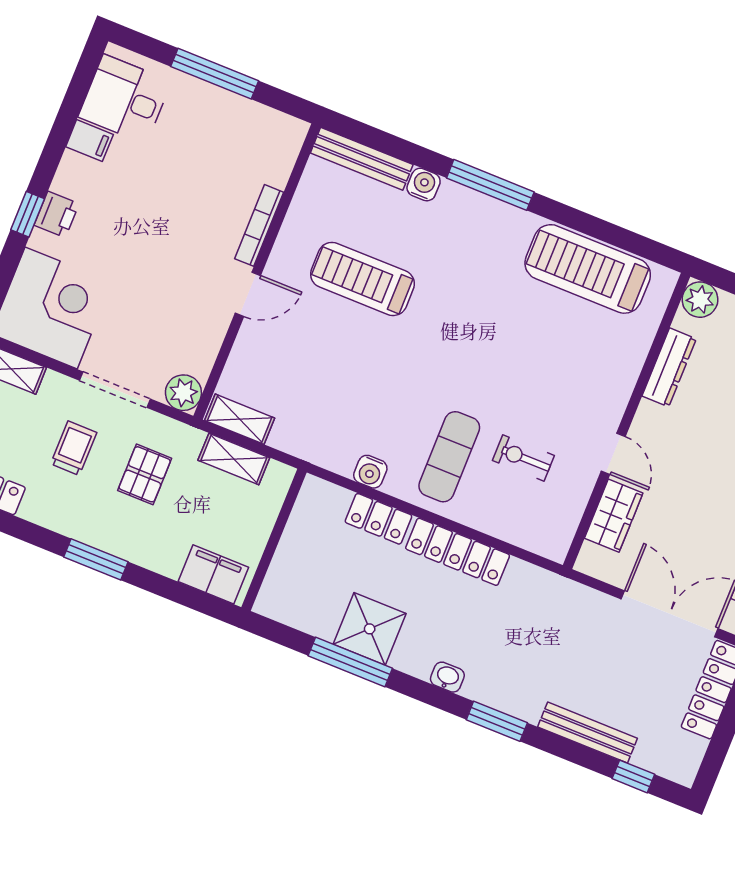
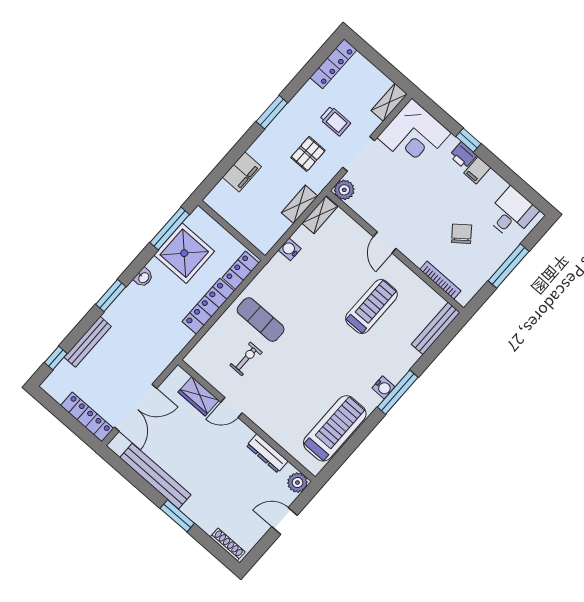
filing cabinet: (89, 141) -> (477, 170), moved
chair: (188, 171) -> (462, 234), added
water cooler: (424, 185) -> (383, 387), moved
bookcase: (259, 225) -> (440, 280), moved
water cooler: (370, 472) -> (290, 249), moved
pallet: (145, 474) -> (308, 154), turned 90
wall: (274, 540) -> (232, 230), moved
shower: (370, 629) -> (184, 253), width x1.37, depth x1.37

